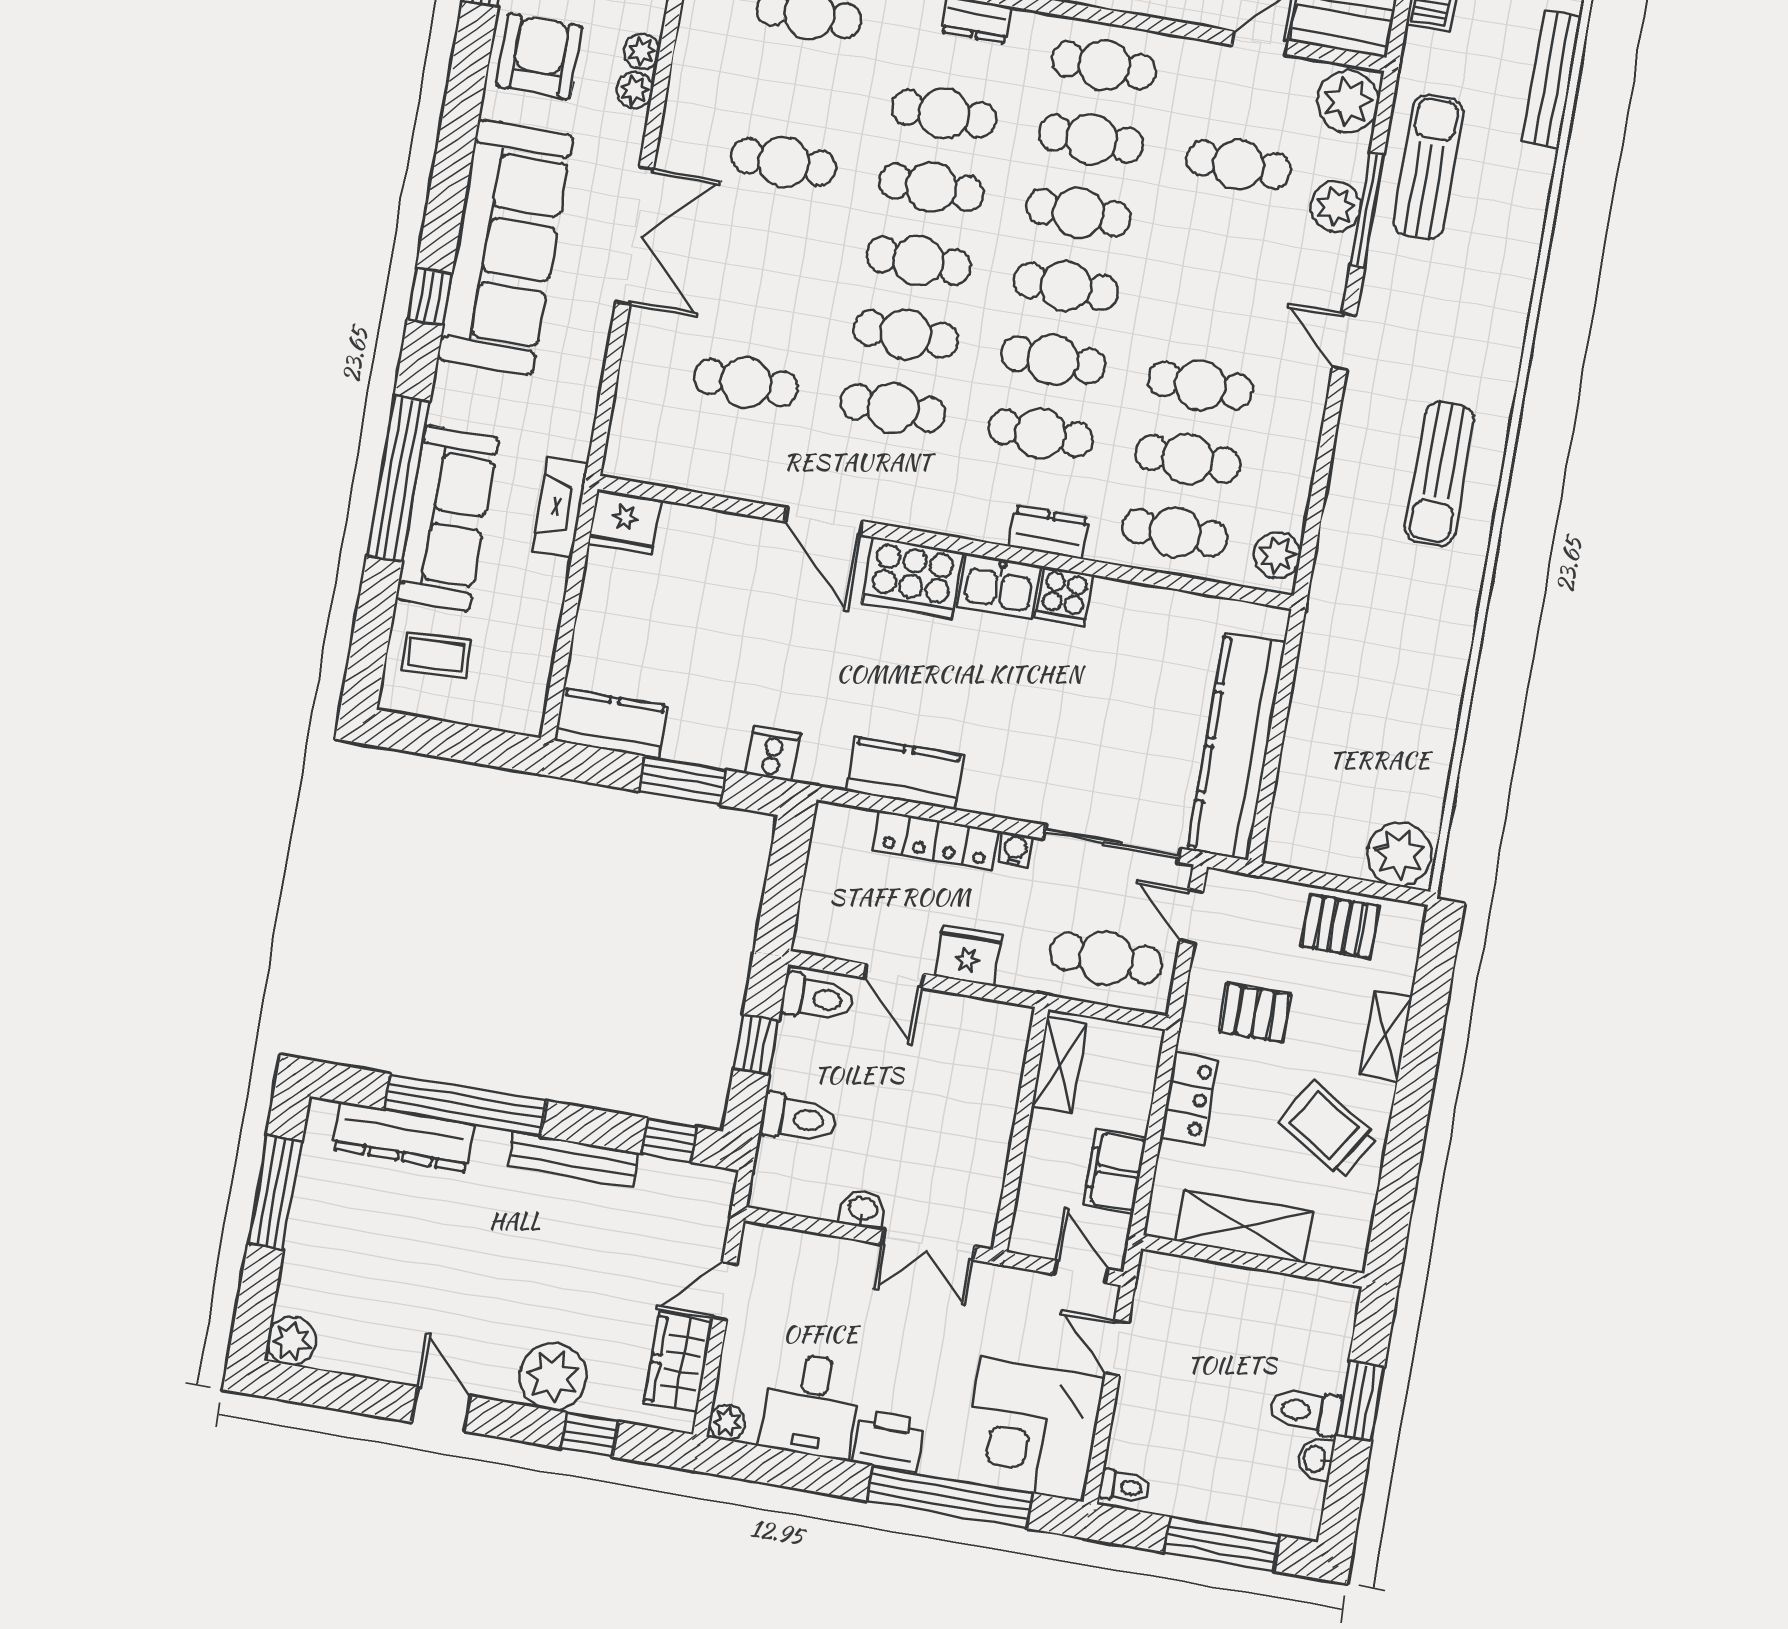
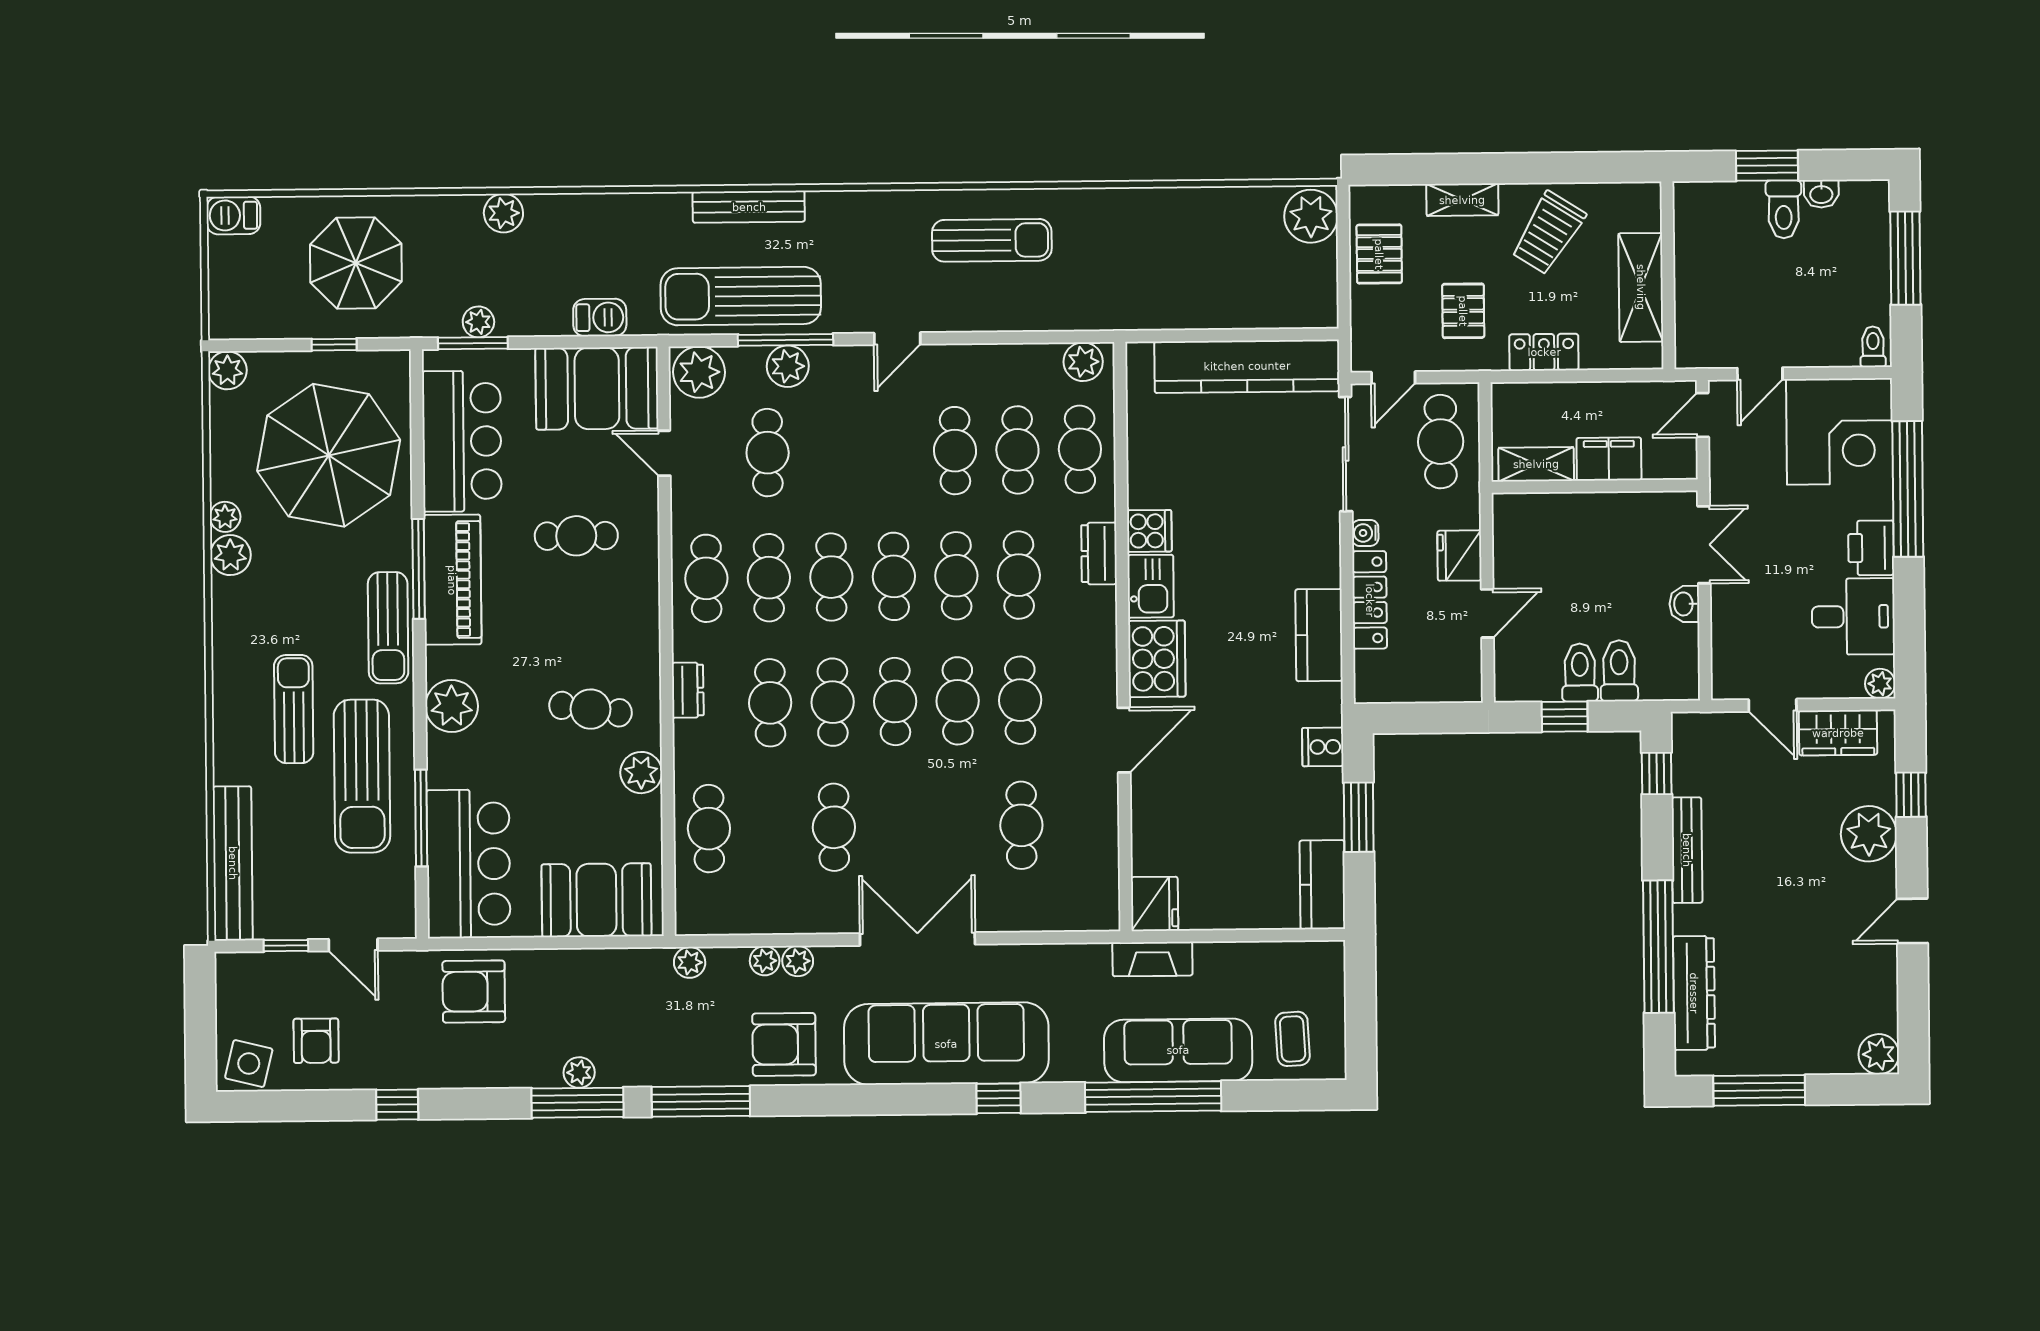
bench: (1552, 79) -> (749, 207), moved
sun lounger: (1428, 167) -> (741, 296), width x1.36, depth x1.34
toilet: (818, 998) -> (1580, 673), moved
filing cabinet: (1115, 1171) -> (1609, 459), moved, turned 180

